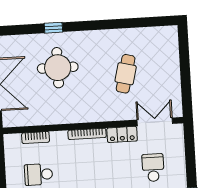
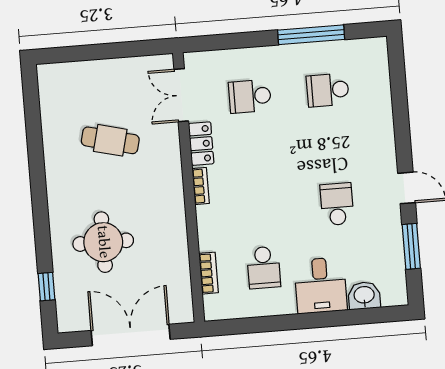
window: (53, 28) -> (46, 287), moved
bookcase: (87, 134) -> (201, 186), width x0.64

